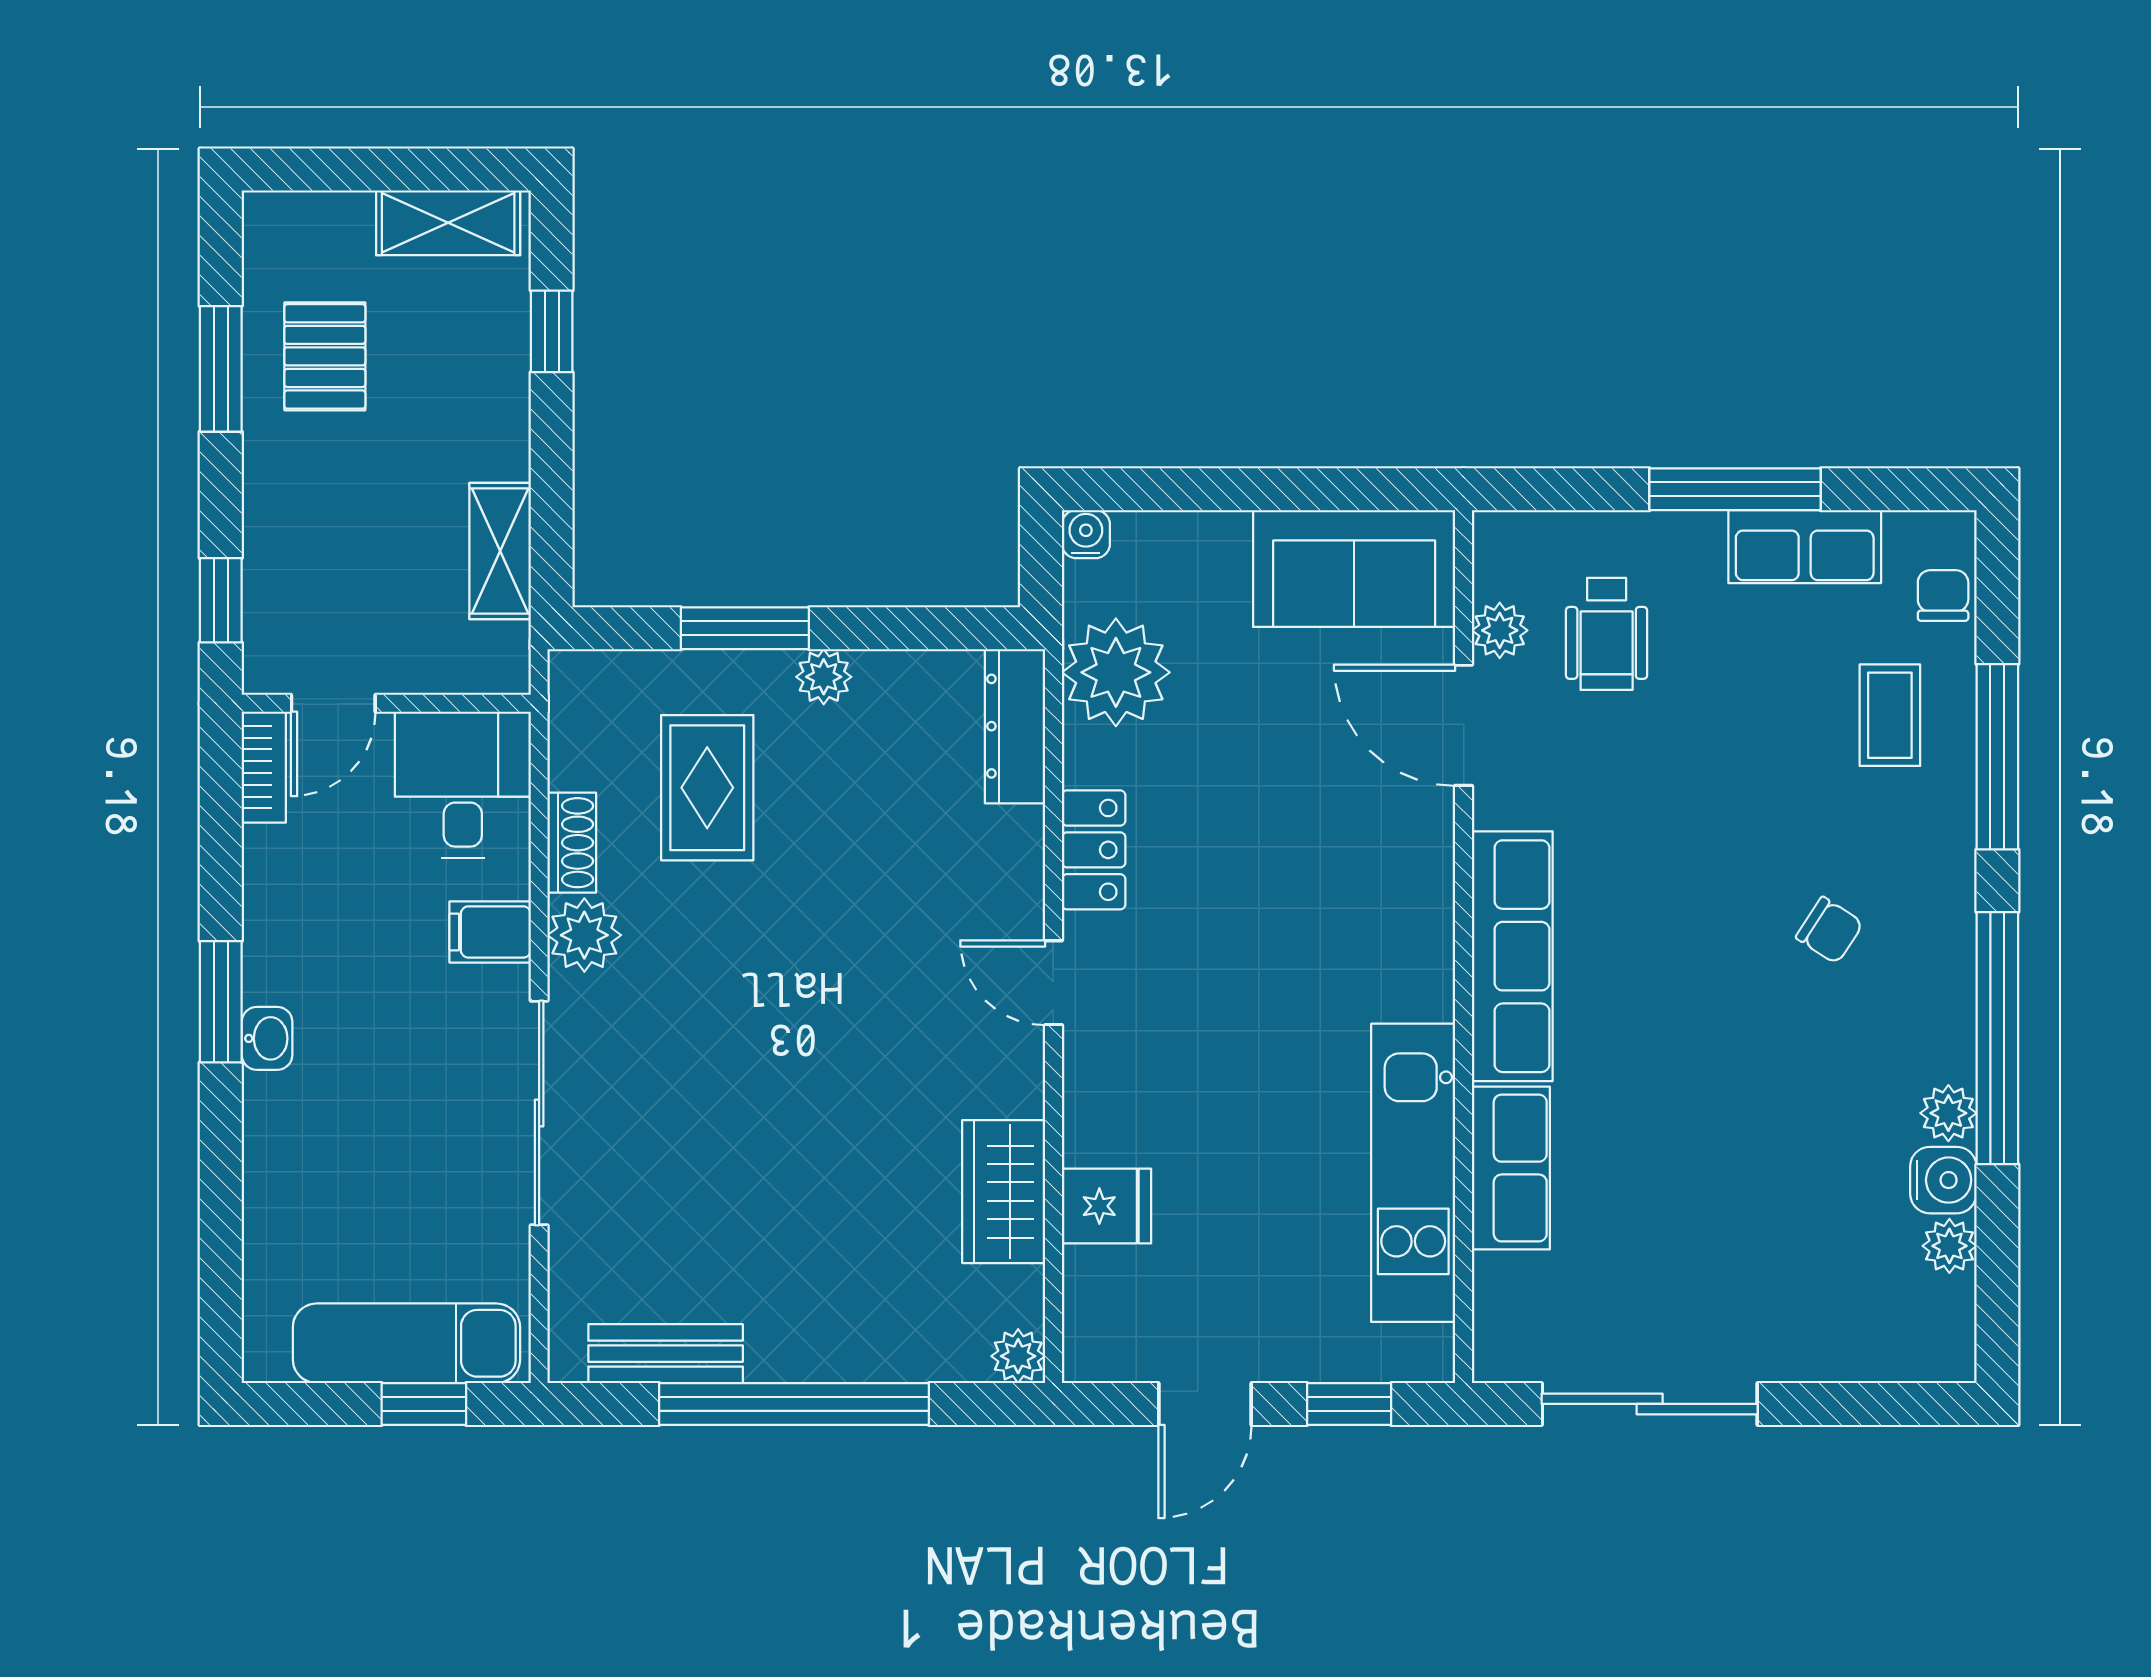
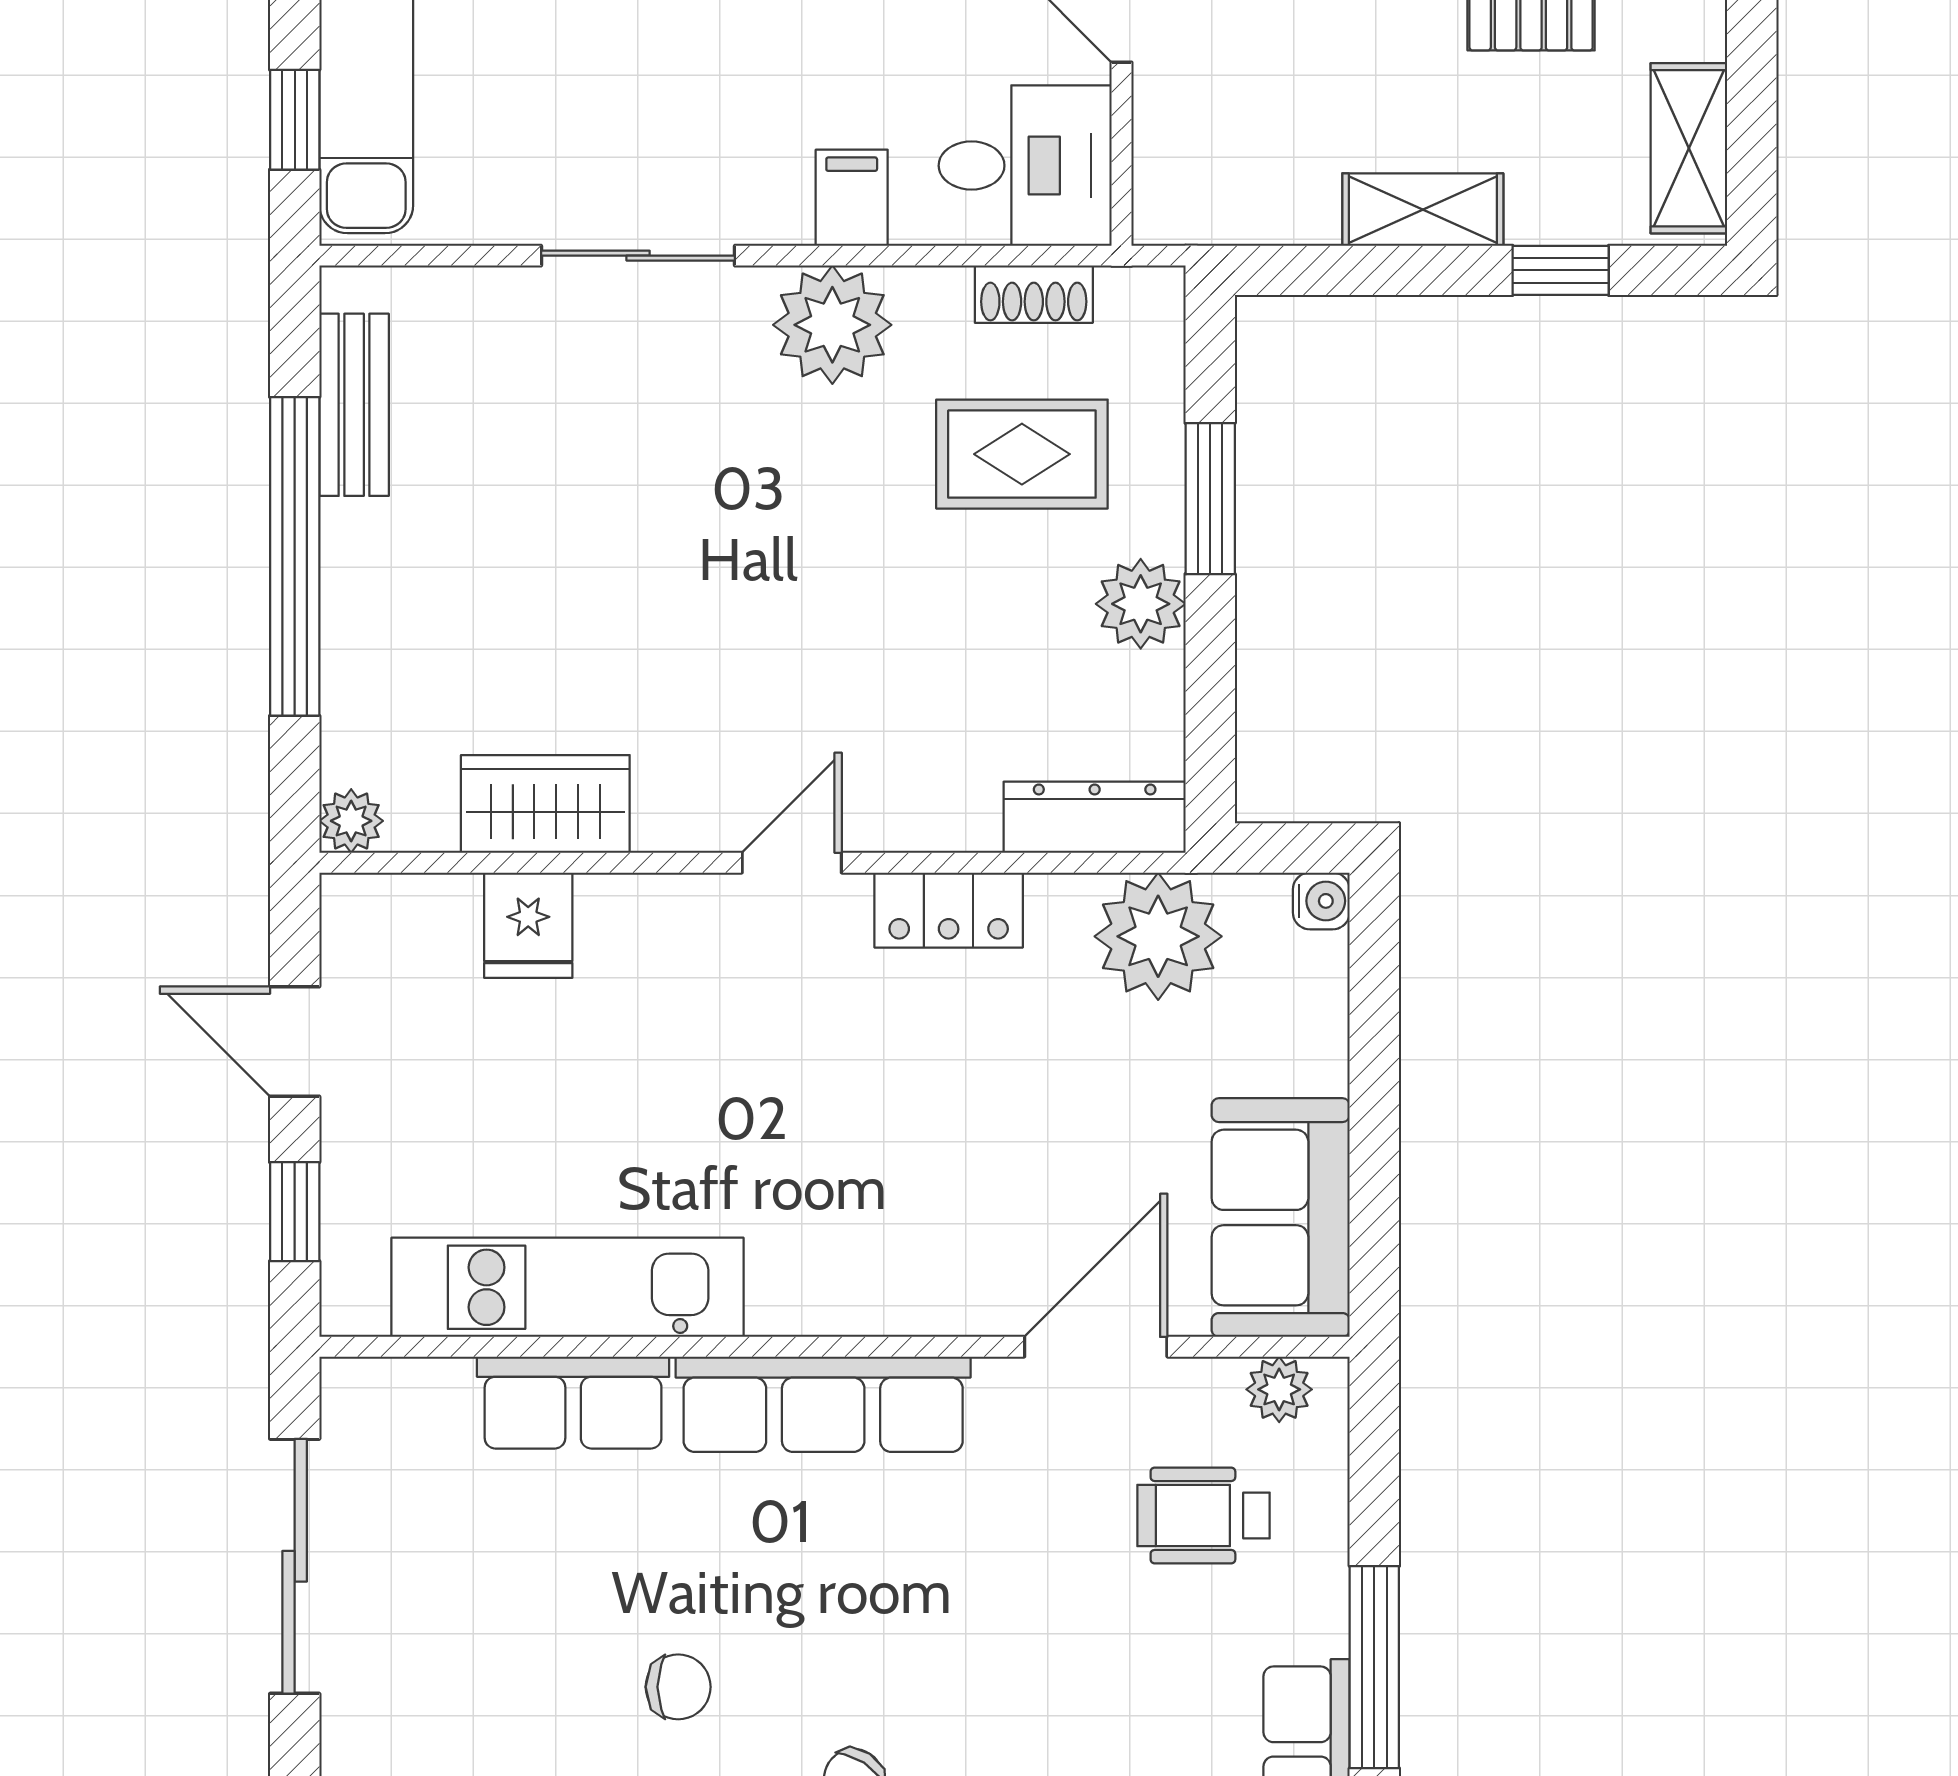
shelving: (500, 551) -> (1423, 210), moved
plant: (1500, 630) -> (1279, 1389), moved
plant: (824, 677) -> (1141, 604), width x1.38, depth x1.38
shoe rack: (572, 843) -> (1034, 294), moved
plant: (584, 935) -> (832, 325), width x1.36, depth x1.36
chair: (1752, 1079) -> (678, 1687), added
sliding door: (539, 1113) -> (638, 256), width x0.73

